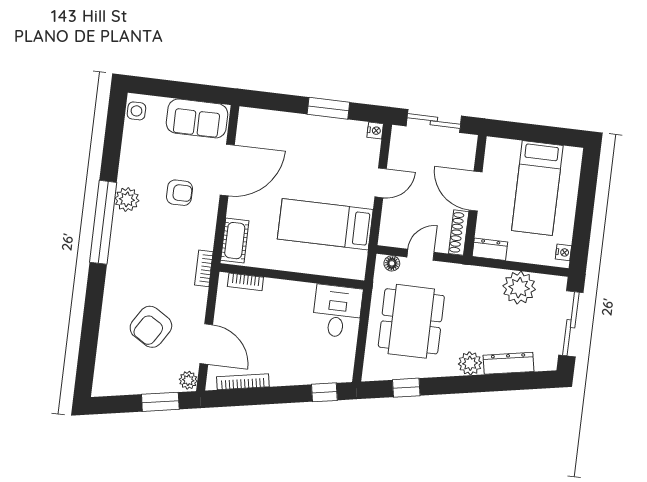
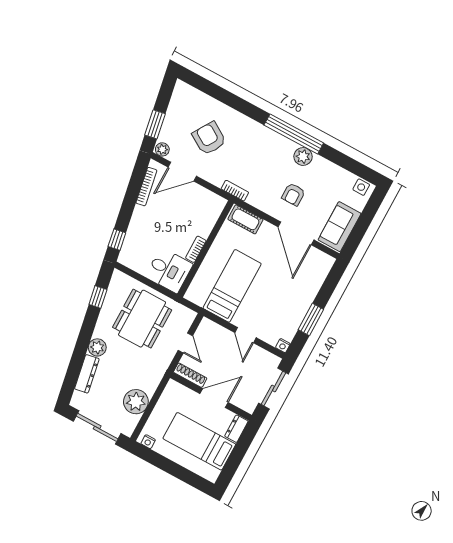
dresser: (490, 249) -> (236, 429), moved, turned 180
floor lamp: (392, 263) -> (187, 321), removed
bookcase: (245, 282) -> (196, 249), moved
dining table: (411, 321) -> (142, 319), turned 90

